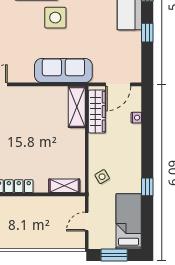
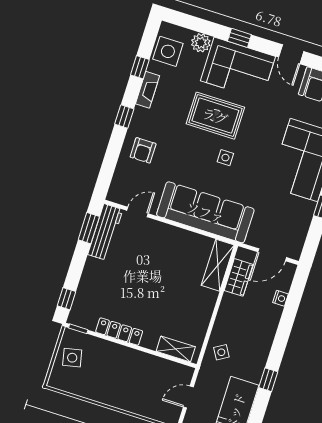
side table: (55, 18) -> (225, 158), width x0.54, depth x0.54
sofa: (63, 70) -> (205, 212), width x1.36, depth x1.27
wardrobe: (97, 111) -> (239, 277), width x0.67

